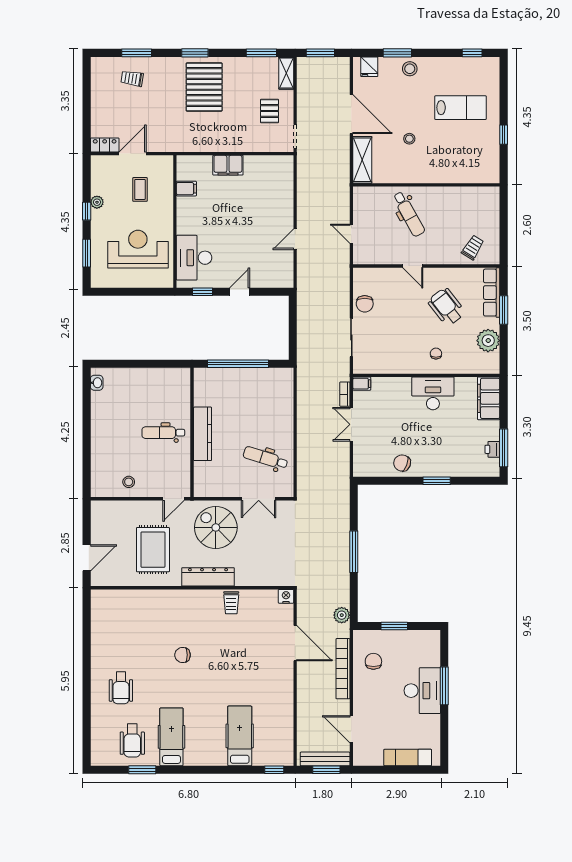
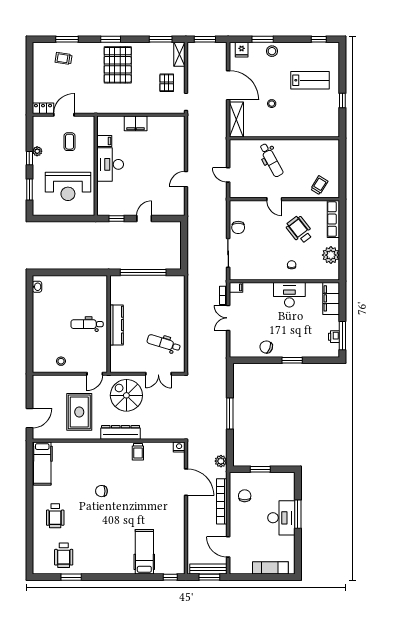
reception desk: (138, 249) -> (68, 186), turned 180
desk: (194, 258) -> (110, 164), moved
window: (504, 310) -> (342, 232), removed
hospital bed: (171, 737) -> (42, 463), moved, turned 180

